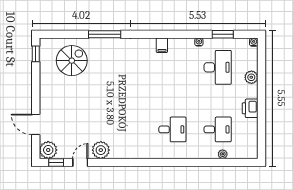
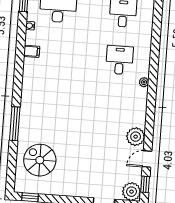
filing cabinet: (162, 45) -> (32, 51), moved
plant: (223, 154) -> (144, 82), moved
door: (80, 162) -> (147, 159), hinge flipped

